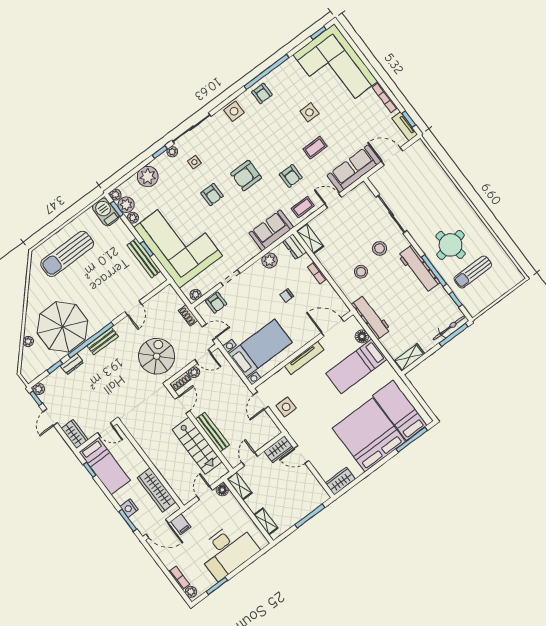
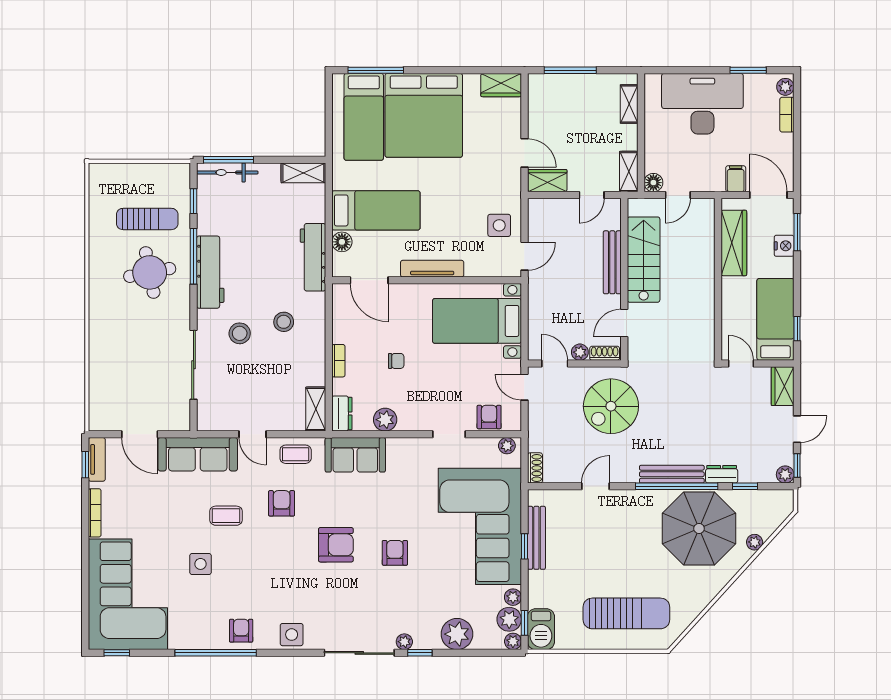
side table: (194, 162) -> (387, 609), removed
shoe rack: (188, 315) -> (535, 468), moved
bench: (103, 341) -> (672, 474), width x1.36

